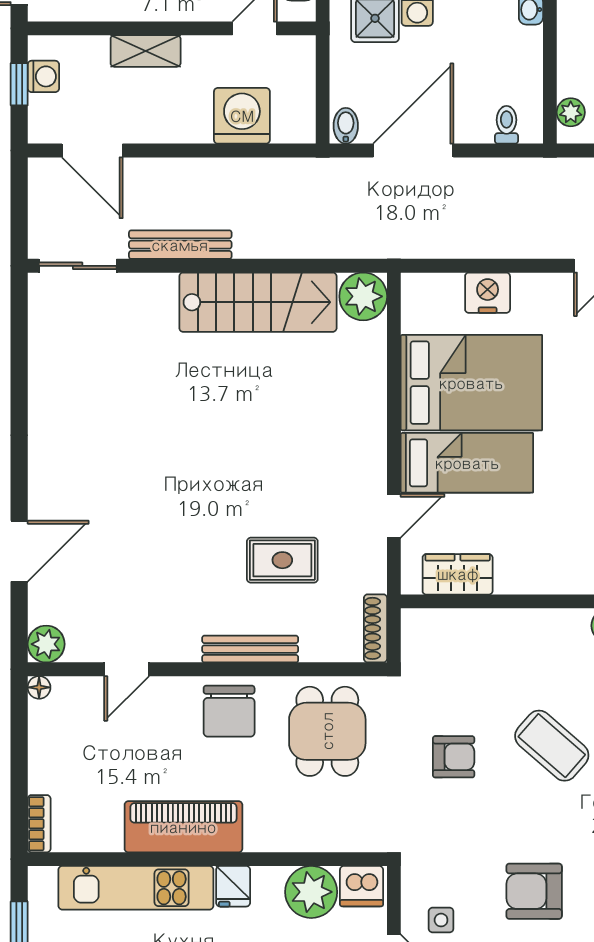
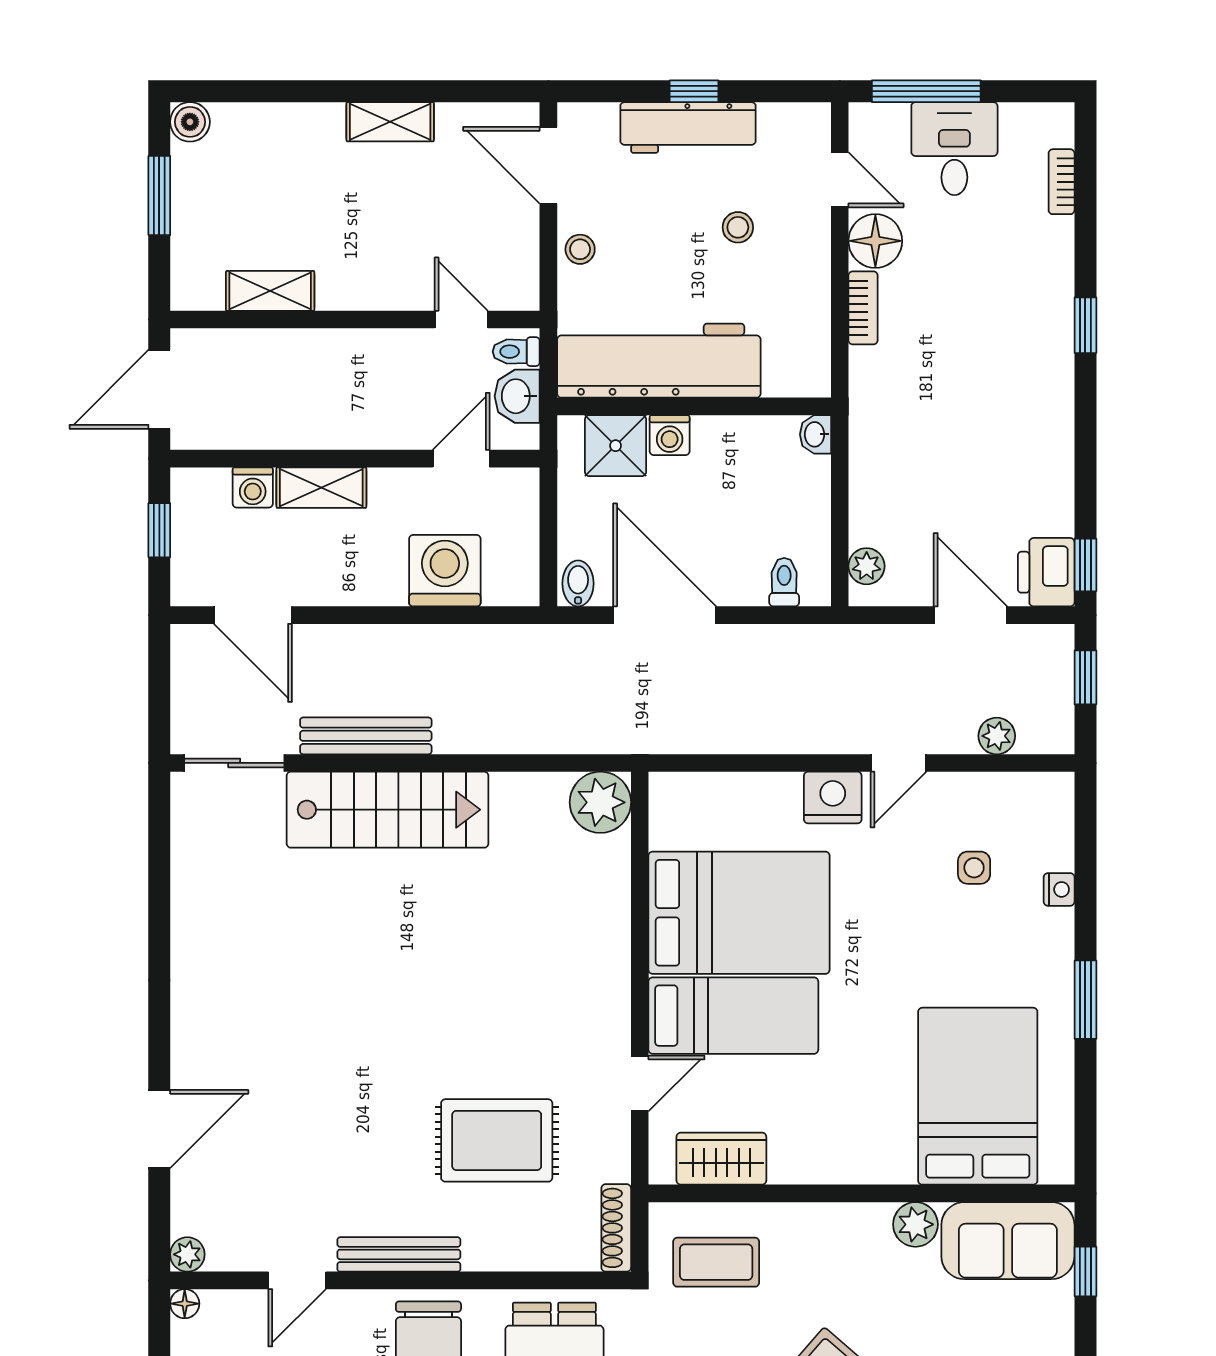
washing machine: (43, 76) -> (253, 487), moved, turned 90
door: (413, 150) -> (665, 615), hinge flipped
nightstand: (488, 293) -> (833, 798), moved
stairs: (258, 302) -> (388, 810), moved
rug: (282, 560) -> (497, 1140), width x1.36, depth x1.43
plant: (46, 644) -> (187, 1254), width x0.73, depth x0.73
bench: (250, 649) -> (399, 1254), moved
coffee table: (453, 655) -> (716, 1262), added

